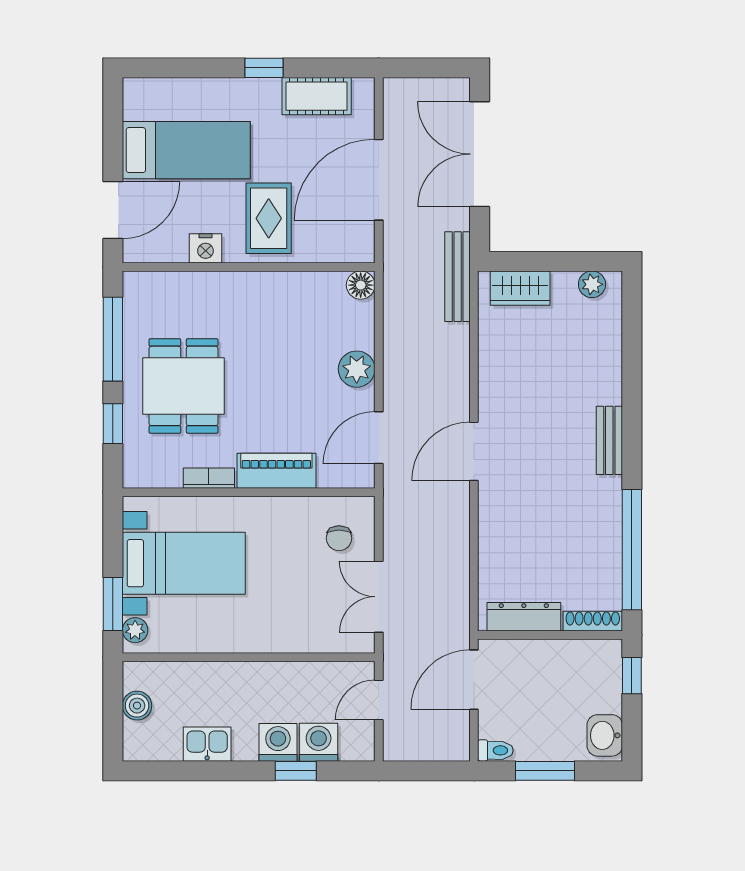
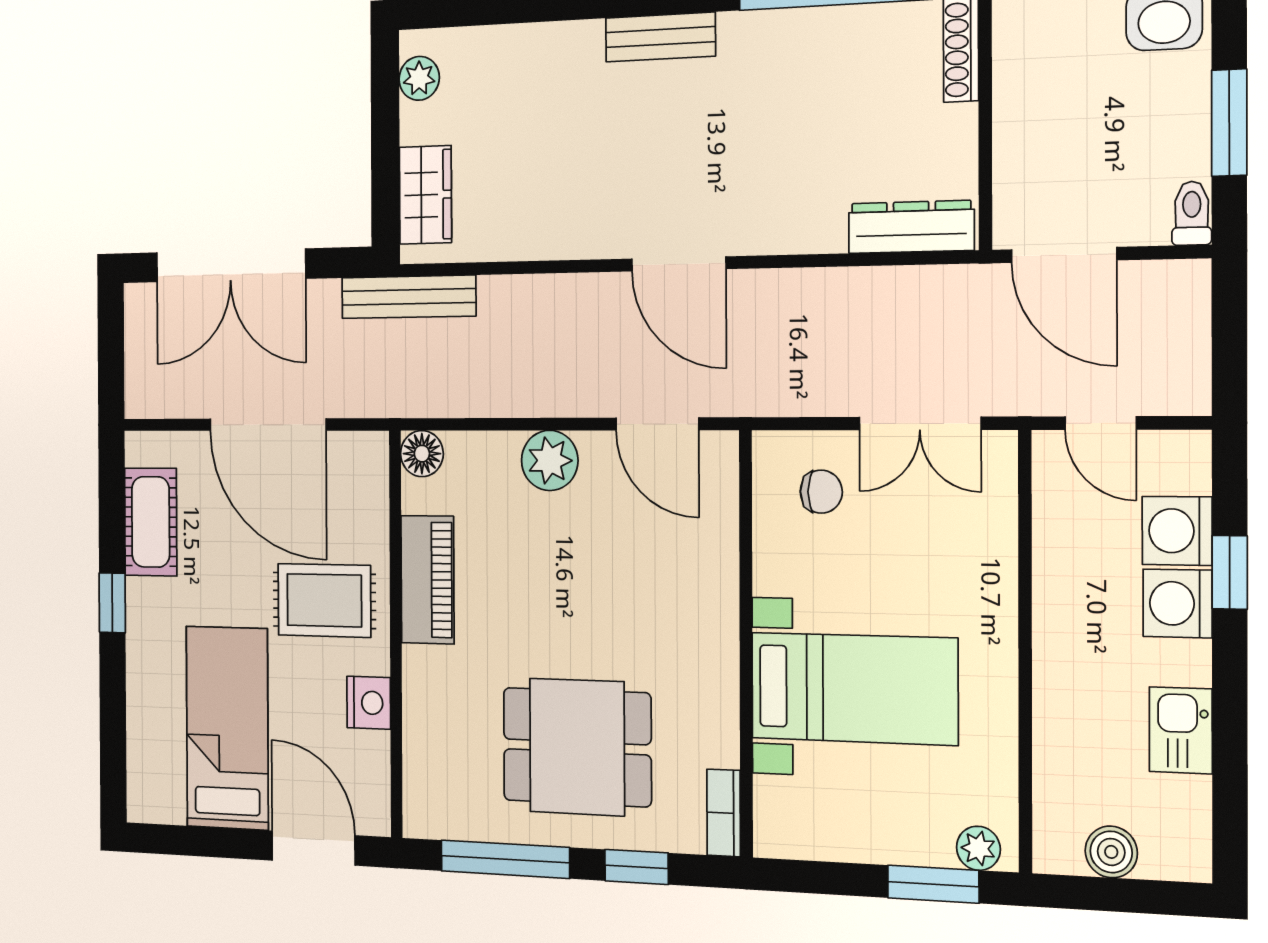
piano: (276, 471) -> (427, 580), moved, turned 180
bookcase: (209, 478) -> (724, 813), moved
bed with nightstands: (184, 563) -> (854, 688), moved, turned 90
dresser: (524, 617) -> (911, 227), moved, turned 90

